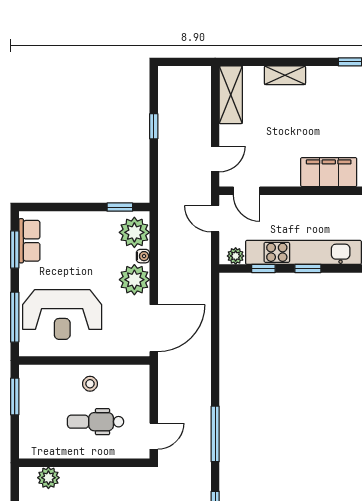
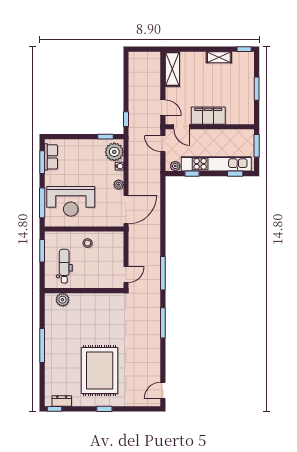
shelving: (285, 75) -> (219, 57), moved
window: (154, 126) -> (126, 119), moved
door: (215, 159) -> (163, 108), hinge flipped
filing cabinet: (329, 172) -> (208, 116), moved
window: (308, 268) -> (235, 174), moved
plant: (134, 280) -> (119, 185), width x0.53, depth x0.53
dental chair: (95, 422) -> (64, 266), moved, turned 90

